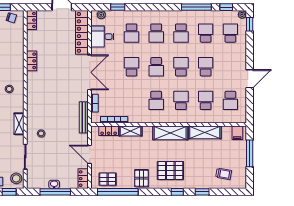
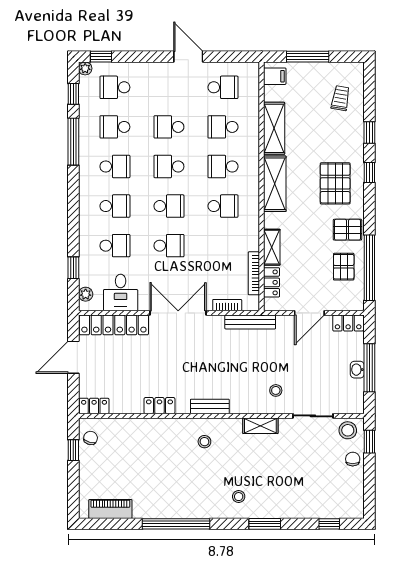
school desk: (132, 67) -> (169, 246), turned 180
bench: (31, 92) -> (210, 406), added
pallet: (108, 179) -> (344, 267), moved

